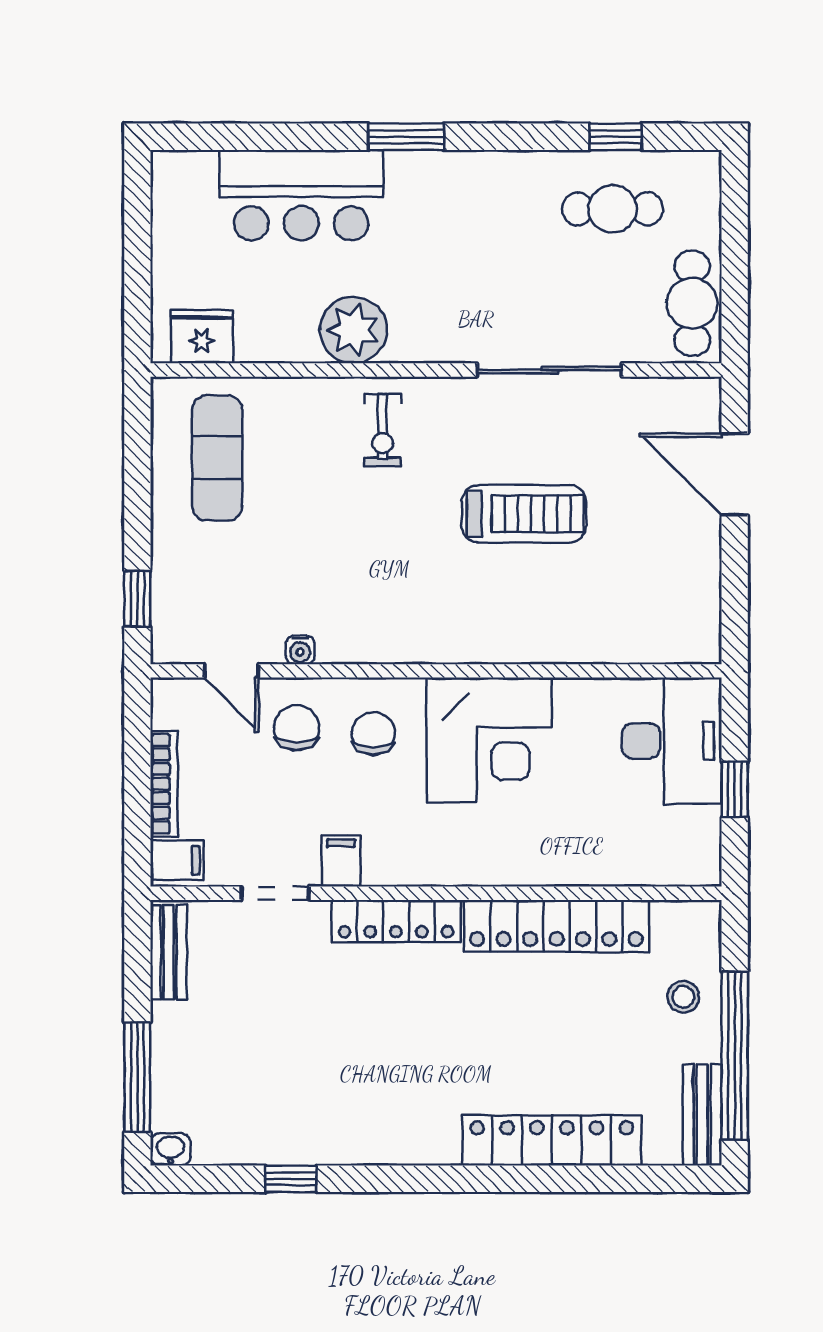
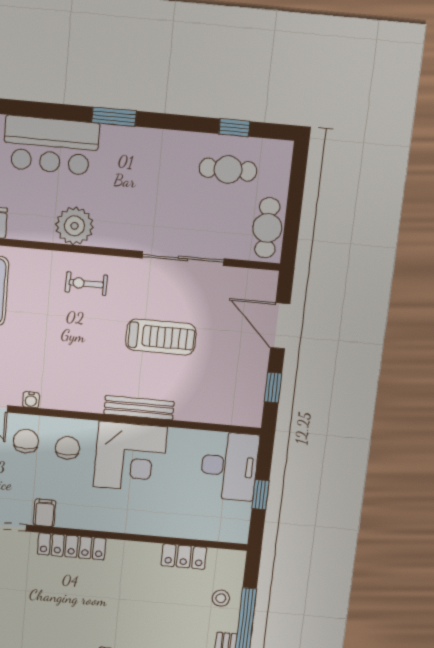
exercise bike: (383, 430) -> (86, 284), turned 90
window: (735, 587) -> (273, 387), added
bench: (497, 647) -> (139, 408), added
locker: (556, 926) -> (184, 556), width x0.46, depth x0.83

